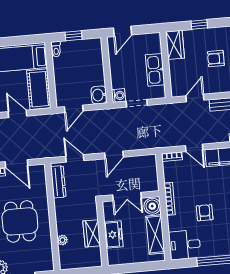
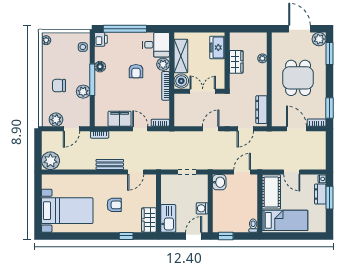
window: (73, 36) -> (226, 236), moved
kitchen sink: (155, 70) -> (168, 218), moved
washing machine: (119, 96) -> (202, 208), moved
door: (75, 158) -> (245, 129), hinge flipped
plant: (175, 223) -> (163, 64), added
freezer: (114, 234) -> (217, 47), moved

